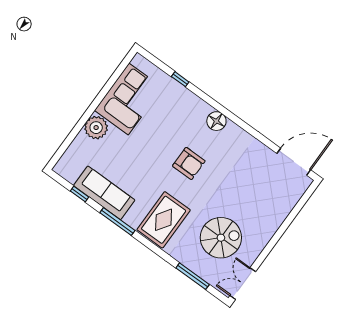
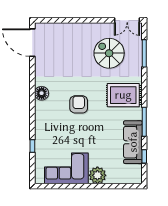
floor lamp: (216, 121) -> (42, 93), moved

